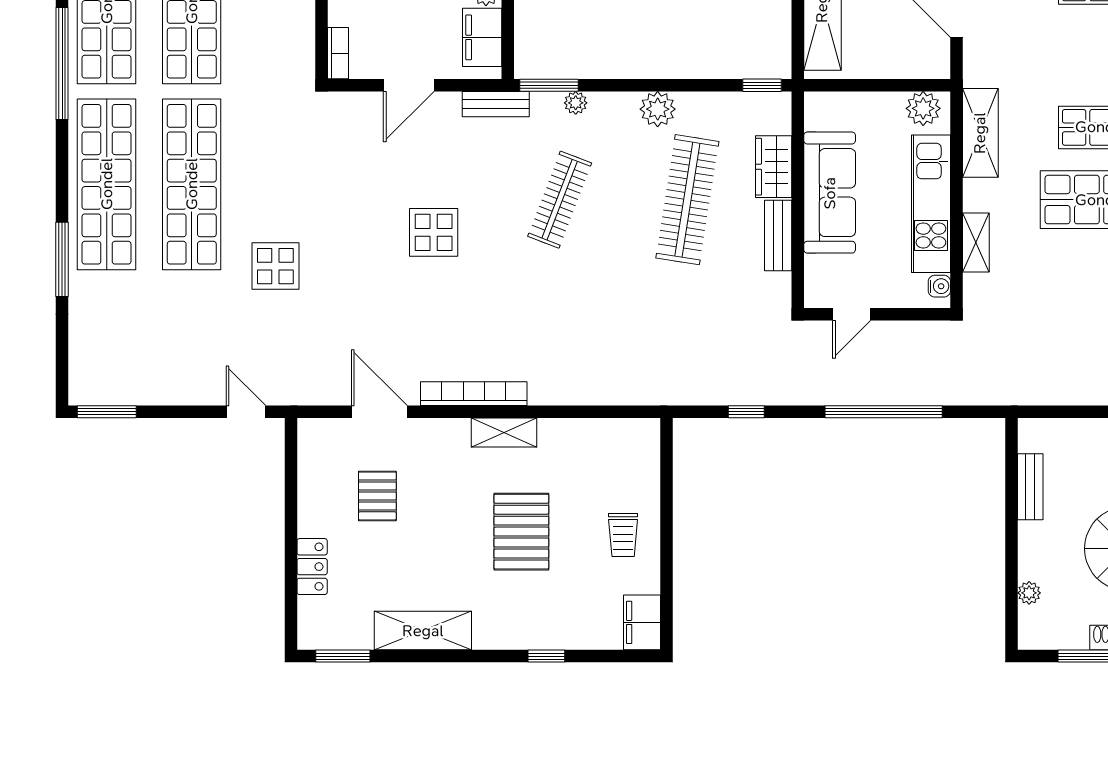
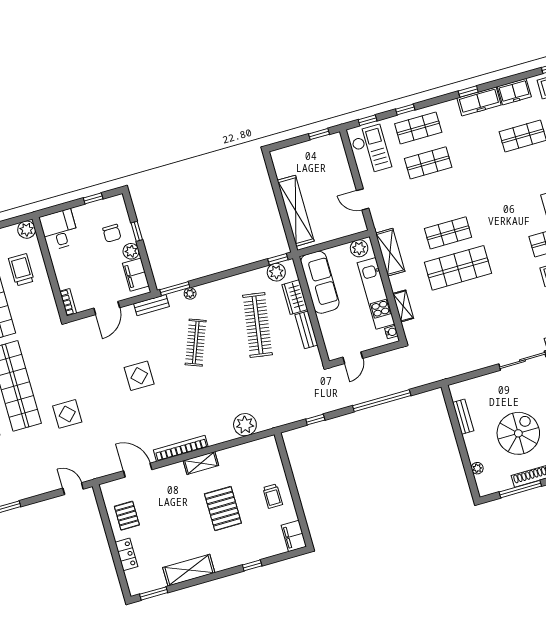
plant: (658, 109) -> (276, 272), moved
sofa: (830, 193) -> (320, 282), moved
plant: (609, 383) -> (245, 425), added
pallet: (377, 496) -> (127, 516), moved

